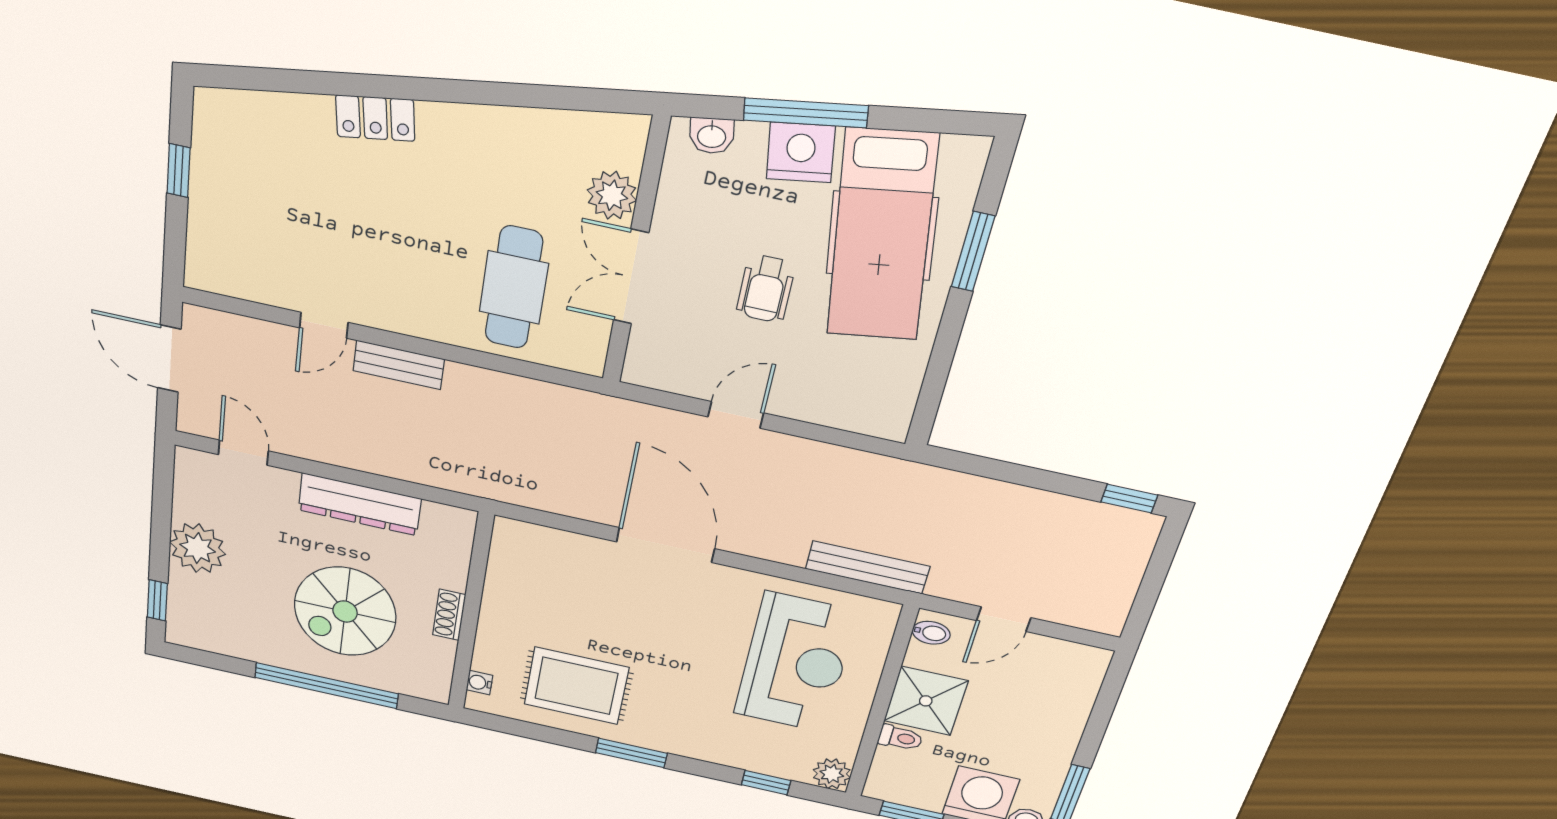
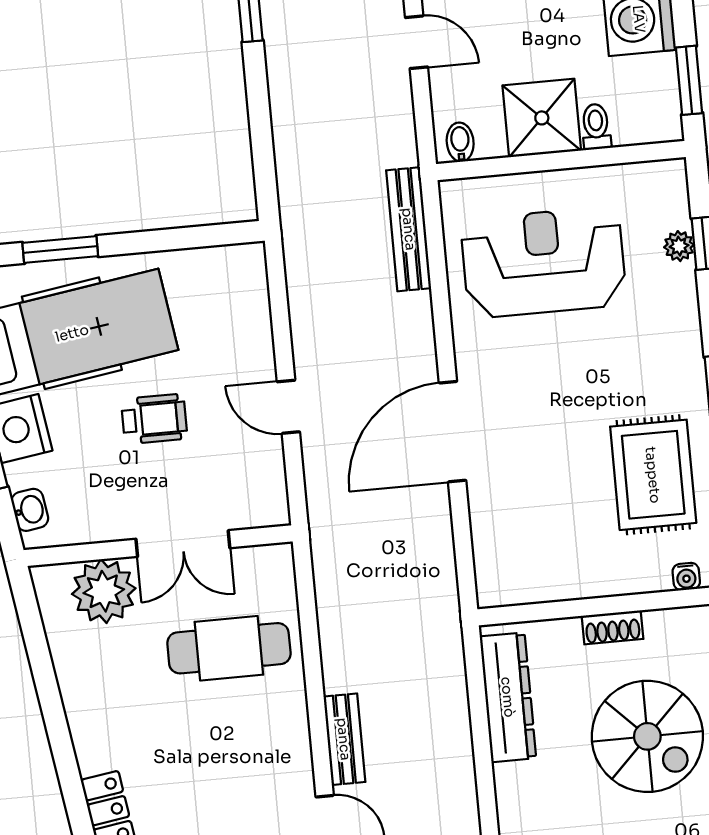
plant: (612, 195) -> (104, 591), width x1.36, depth x1.36
dresser: (360, 504) -> (508, 697), moved
door: (1004, 619) -> (416, 42), moved
plant: (832, 774) -> (679, 246), moved, width x0.73, depth x0.73

